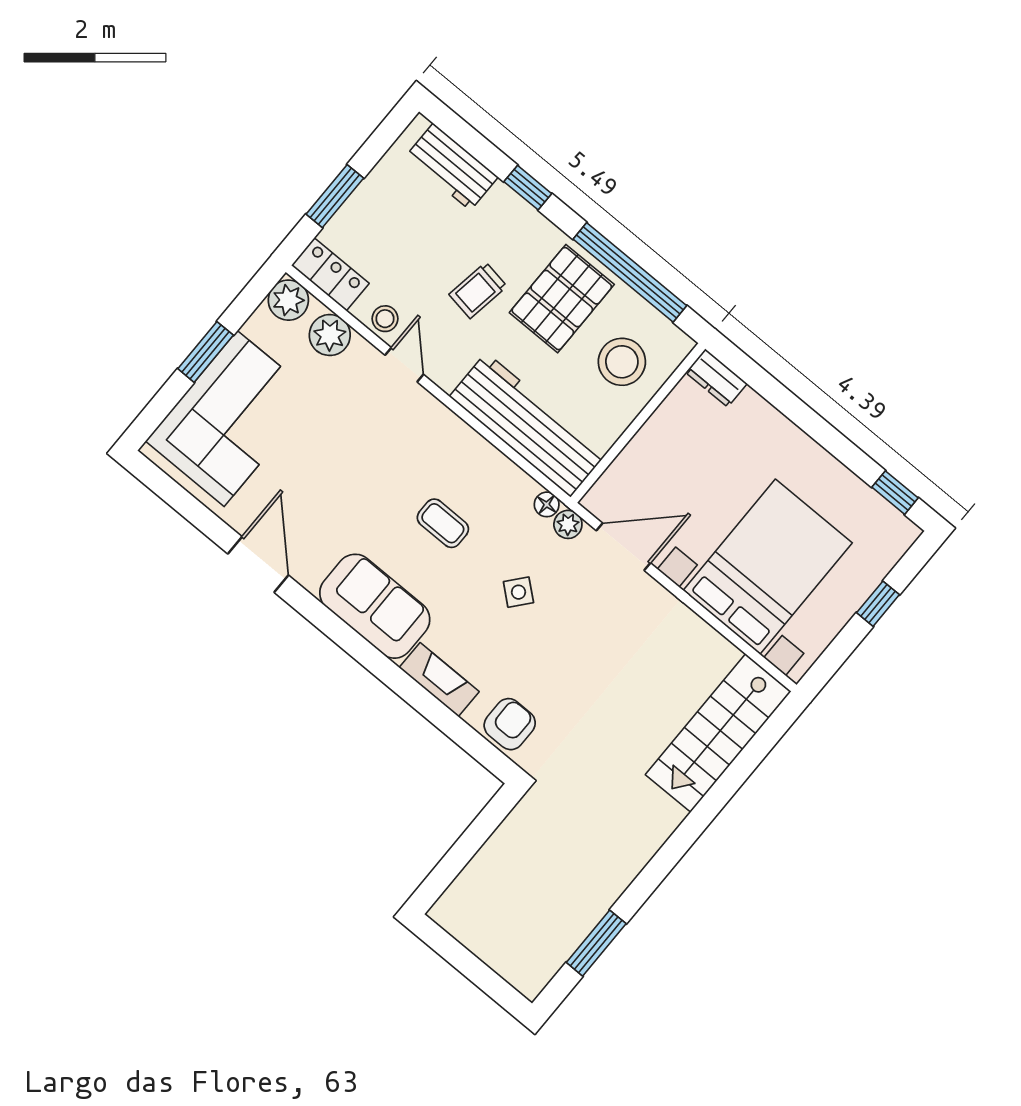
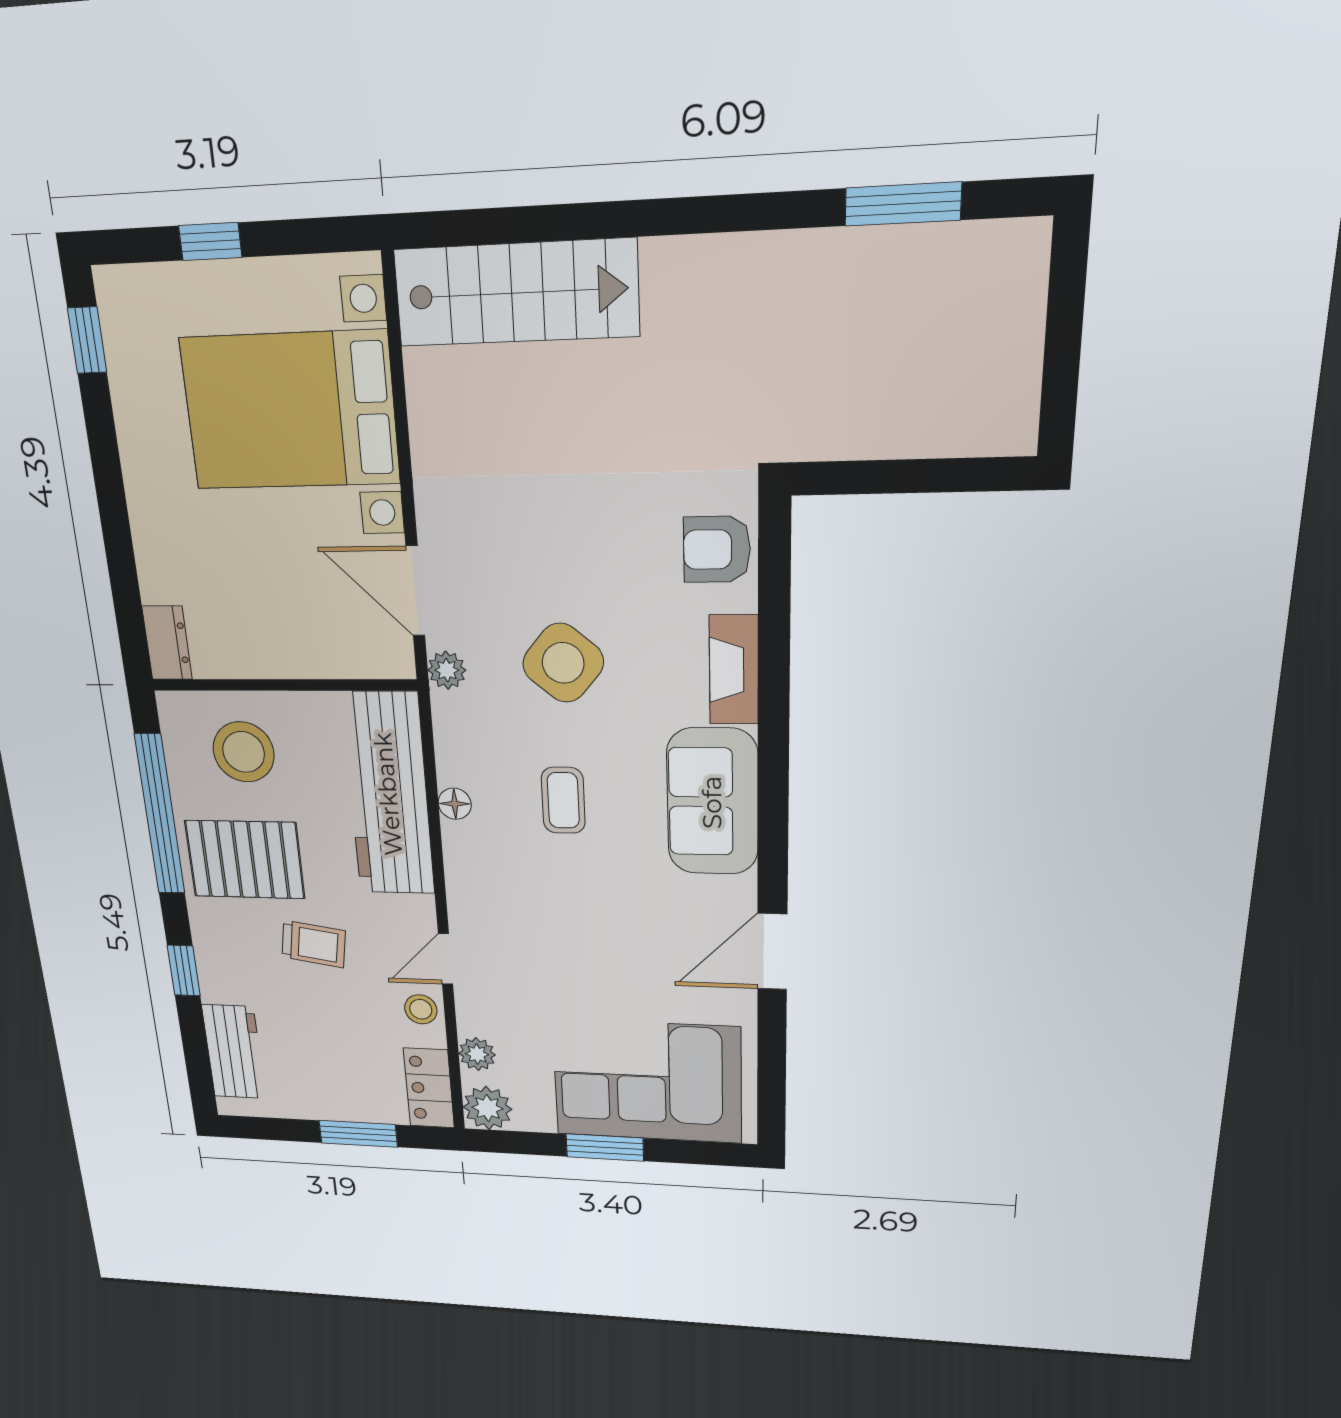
plant: (330, 335) -> (477, 1054), width x0.73, depth x0.73
floor lamp: (547, 504) -> (455, 804), moved
side table: (518, 592) -> (563, 663), width x1.87, depth x1.87

